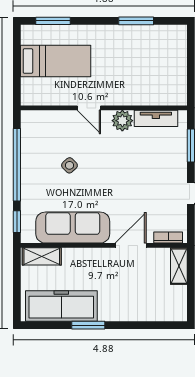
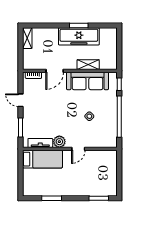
bed: (56, 61) -> (42, 159), moved, turned 180
door: (89, 108) -> (78, 149), swing flipped
shelving: (42, 256) -> (88, 65), moved
shelving: (179, 266) -> (27, 38), moved
freezer: (61, 306) -> (79, 36), moved

